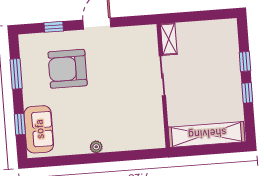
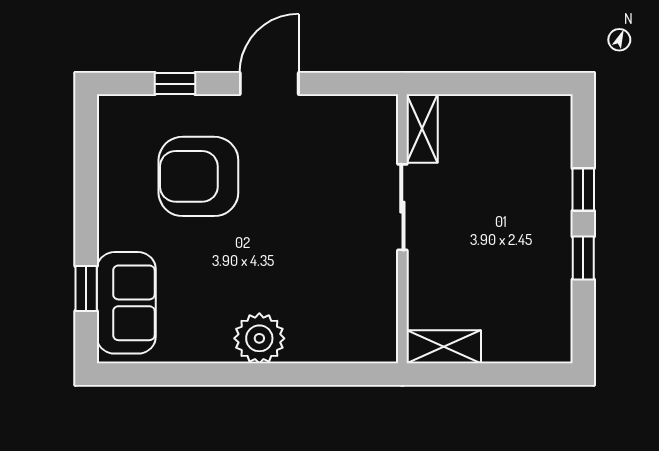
window: (16, 74) -> (86, 179), removed
shelving: (207, 134) -> (444, 347), width x0.45, depth x0.75
plant: (96, 147) -> (259, 338), width x1.88, depth x1.88

